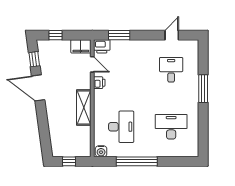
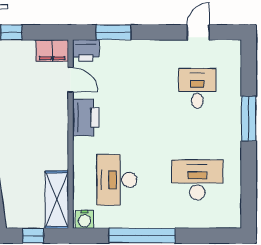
printer: (99, 83) -> (86, 117), width x1.87, depth x1.48
shelving: (84, 107) -> (57, 200), moved
desk: (121, 127) -> (117, 180), turned 180

